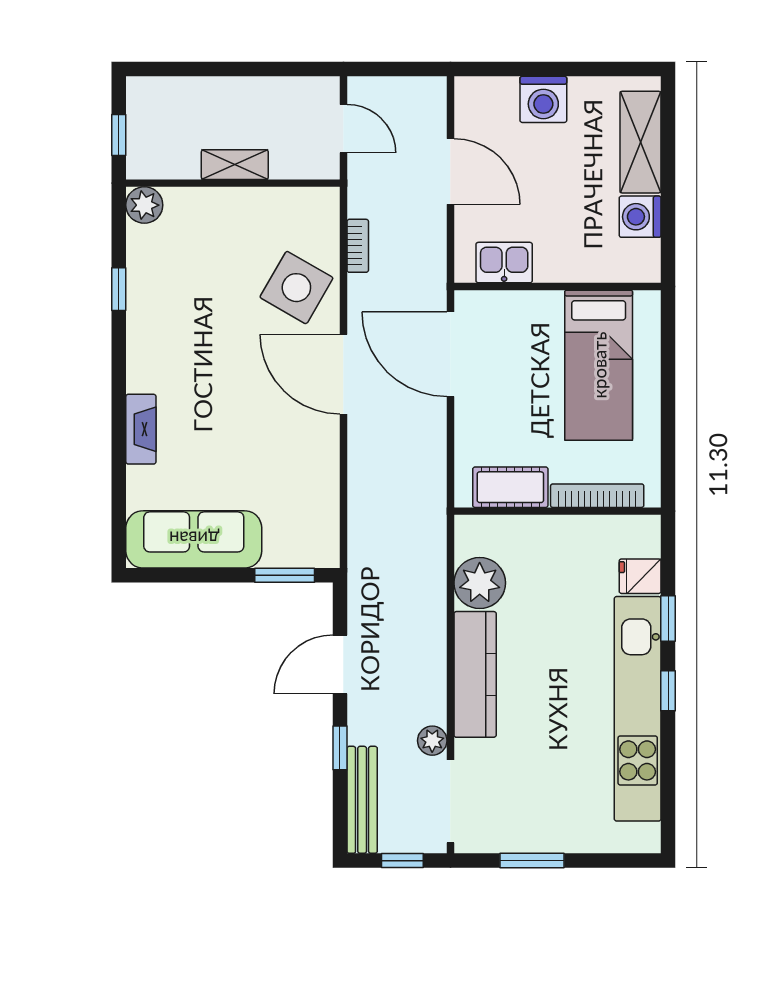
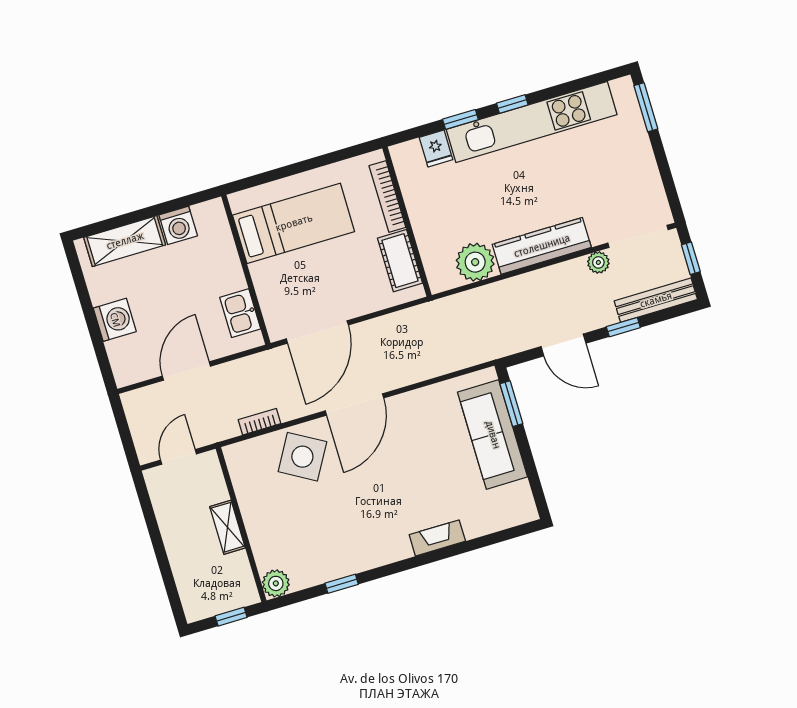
sofa: (194, 539) -> (493, 435), moved
window: (532, 861) -> (646, 107), moved

